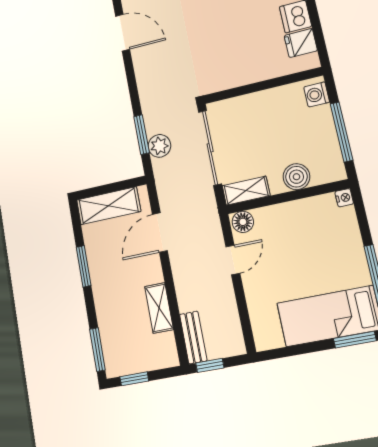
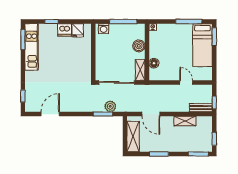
floor lamp: (243, 222) -> (154, 63), moved
door: (233, 260) -> (186, 82), moved

